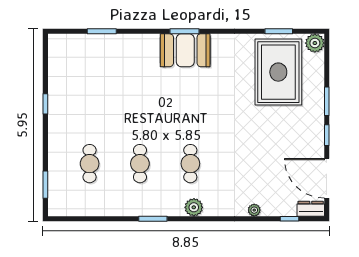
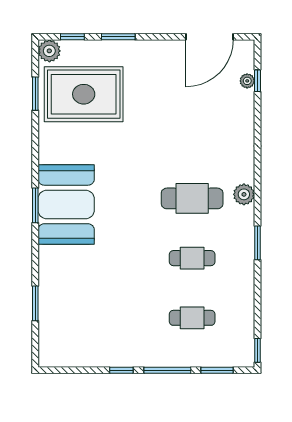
booth: (185, 50) -> (66, 204), width x1.36, depth x1.42
window: (327, 135) -> (72, 37), moved
window: (45, 143) -> (167, 370), added
cafe table: (190, 164) -> (192, 198), width x1.37, depth x1.35
dresser: (311, 209) -> (246, 56), removed
plant: (254, 210) -> (247, 81), moved
window: (62, 219) -> (257, 350), added

